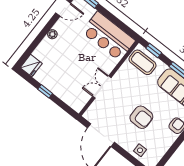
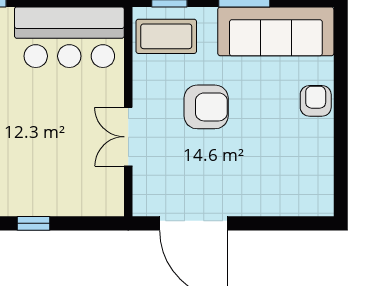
armchair: (141, 117) -> (206, 107), moved
side table: (140, 150) -> (284, 196), removed

